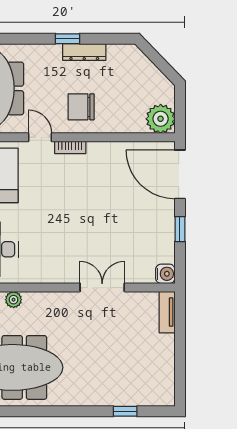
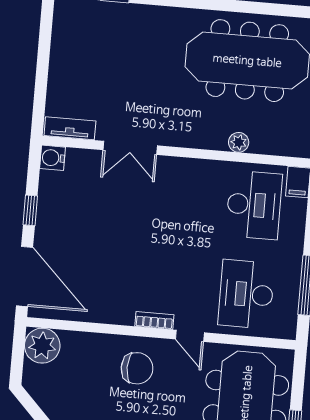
tv unit: (167, 312) -> (70, 128), moved, turned -90

